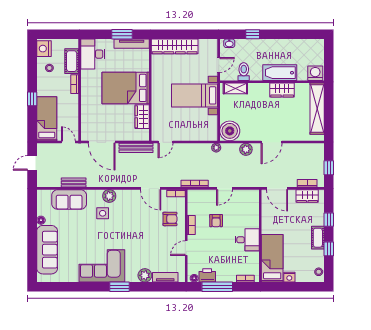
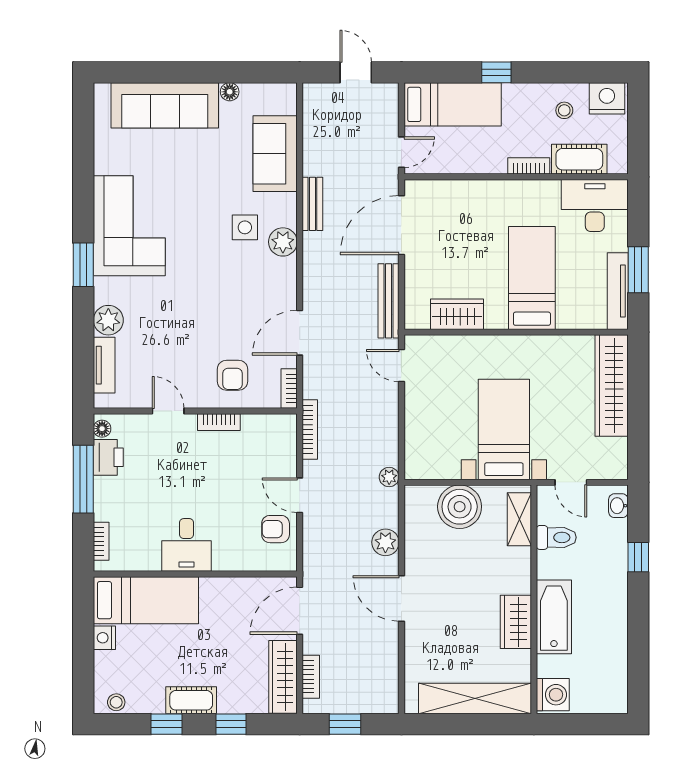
bed: (126, 88) -> (532, 278), width x0.67
boiler: (230, 131) -> (460, 507), moved
bench: (74, 183) -> (312, 204), moved
wardrobe: (307, 196) -> (283, 677), width x1.50
armchair: (216, 221) -> (276, 529), moved

